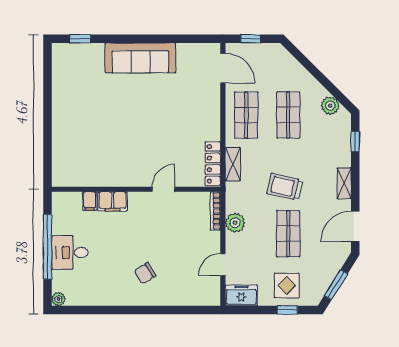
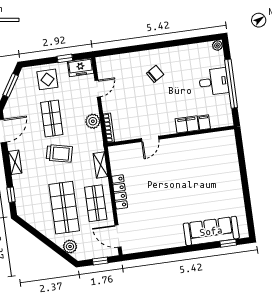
sofa: (140, 58) -> (211, 231), moved
plant: (330, 106) -> (70, 246), moved
shop shelf: (288, 115) -> (64, 208), width x1.43, depth x1.36
locker: (213, 164) -> (120, 192), moved
window: (287, 310) -> (65, 58), moved

